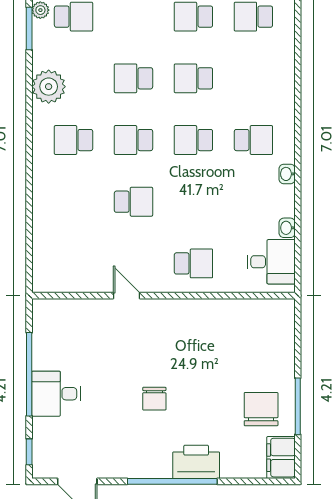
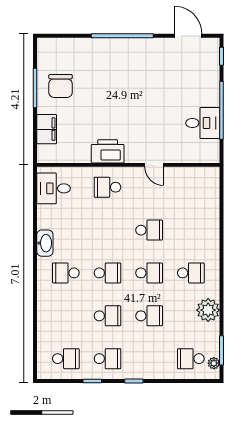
washbasin: (287, 174) -> (45, 243), width x1.91, depth x1.45
school desk: (133, 202) -> (149, 230), turned 180
washbasin: (287, 228) -> (42, 212), removed
desk: (56, 394) -> (203, 123), moved
chair: (154, 399) -> (135, 93), removed
filing cabinet: (281, 458) -> (47, 129), moved
printer: (196, 462) -> (108, 151), moved, turned 180

